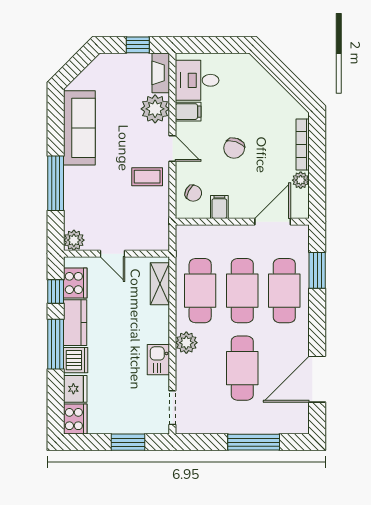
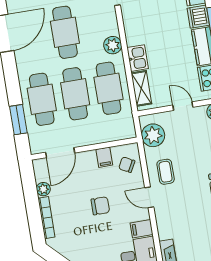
plant: (155, 109) -> (153, 135), moved
chair: (234, 148) -> (100, 206), turned 71
coffee table: (147, 177) -> (166, 172), turned 90
kitchen sink: (158, 360) -> (138, 58), moved

